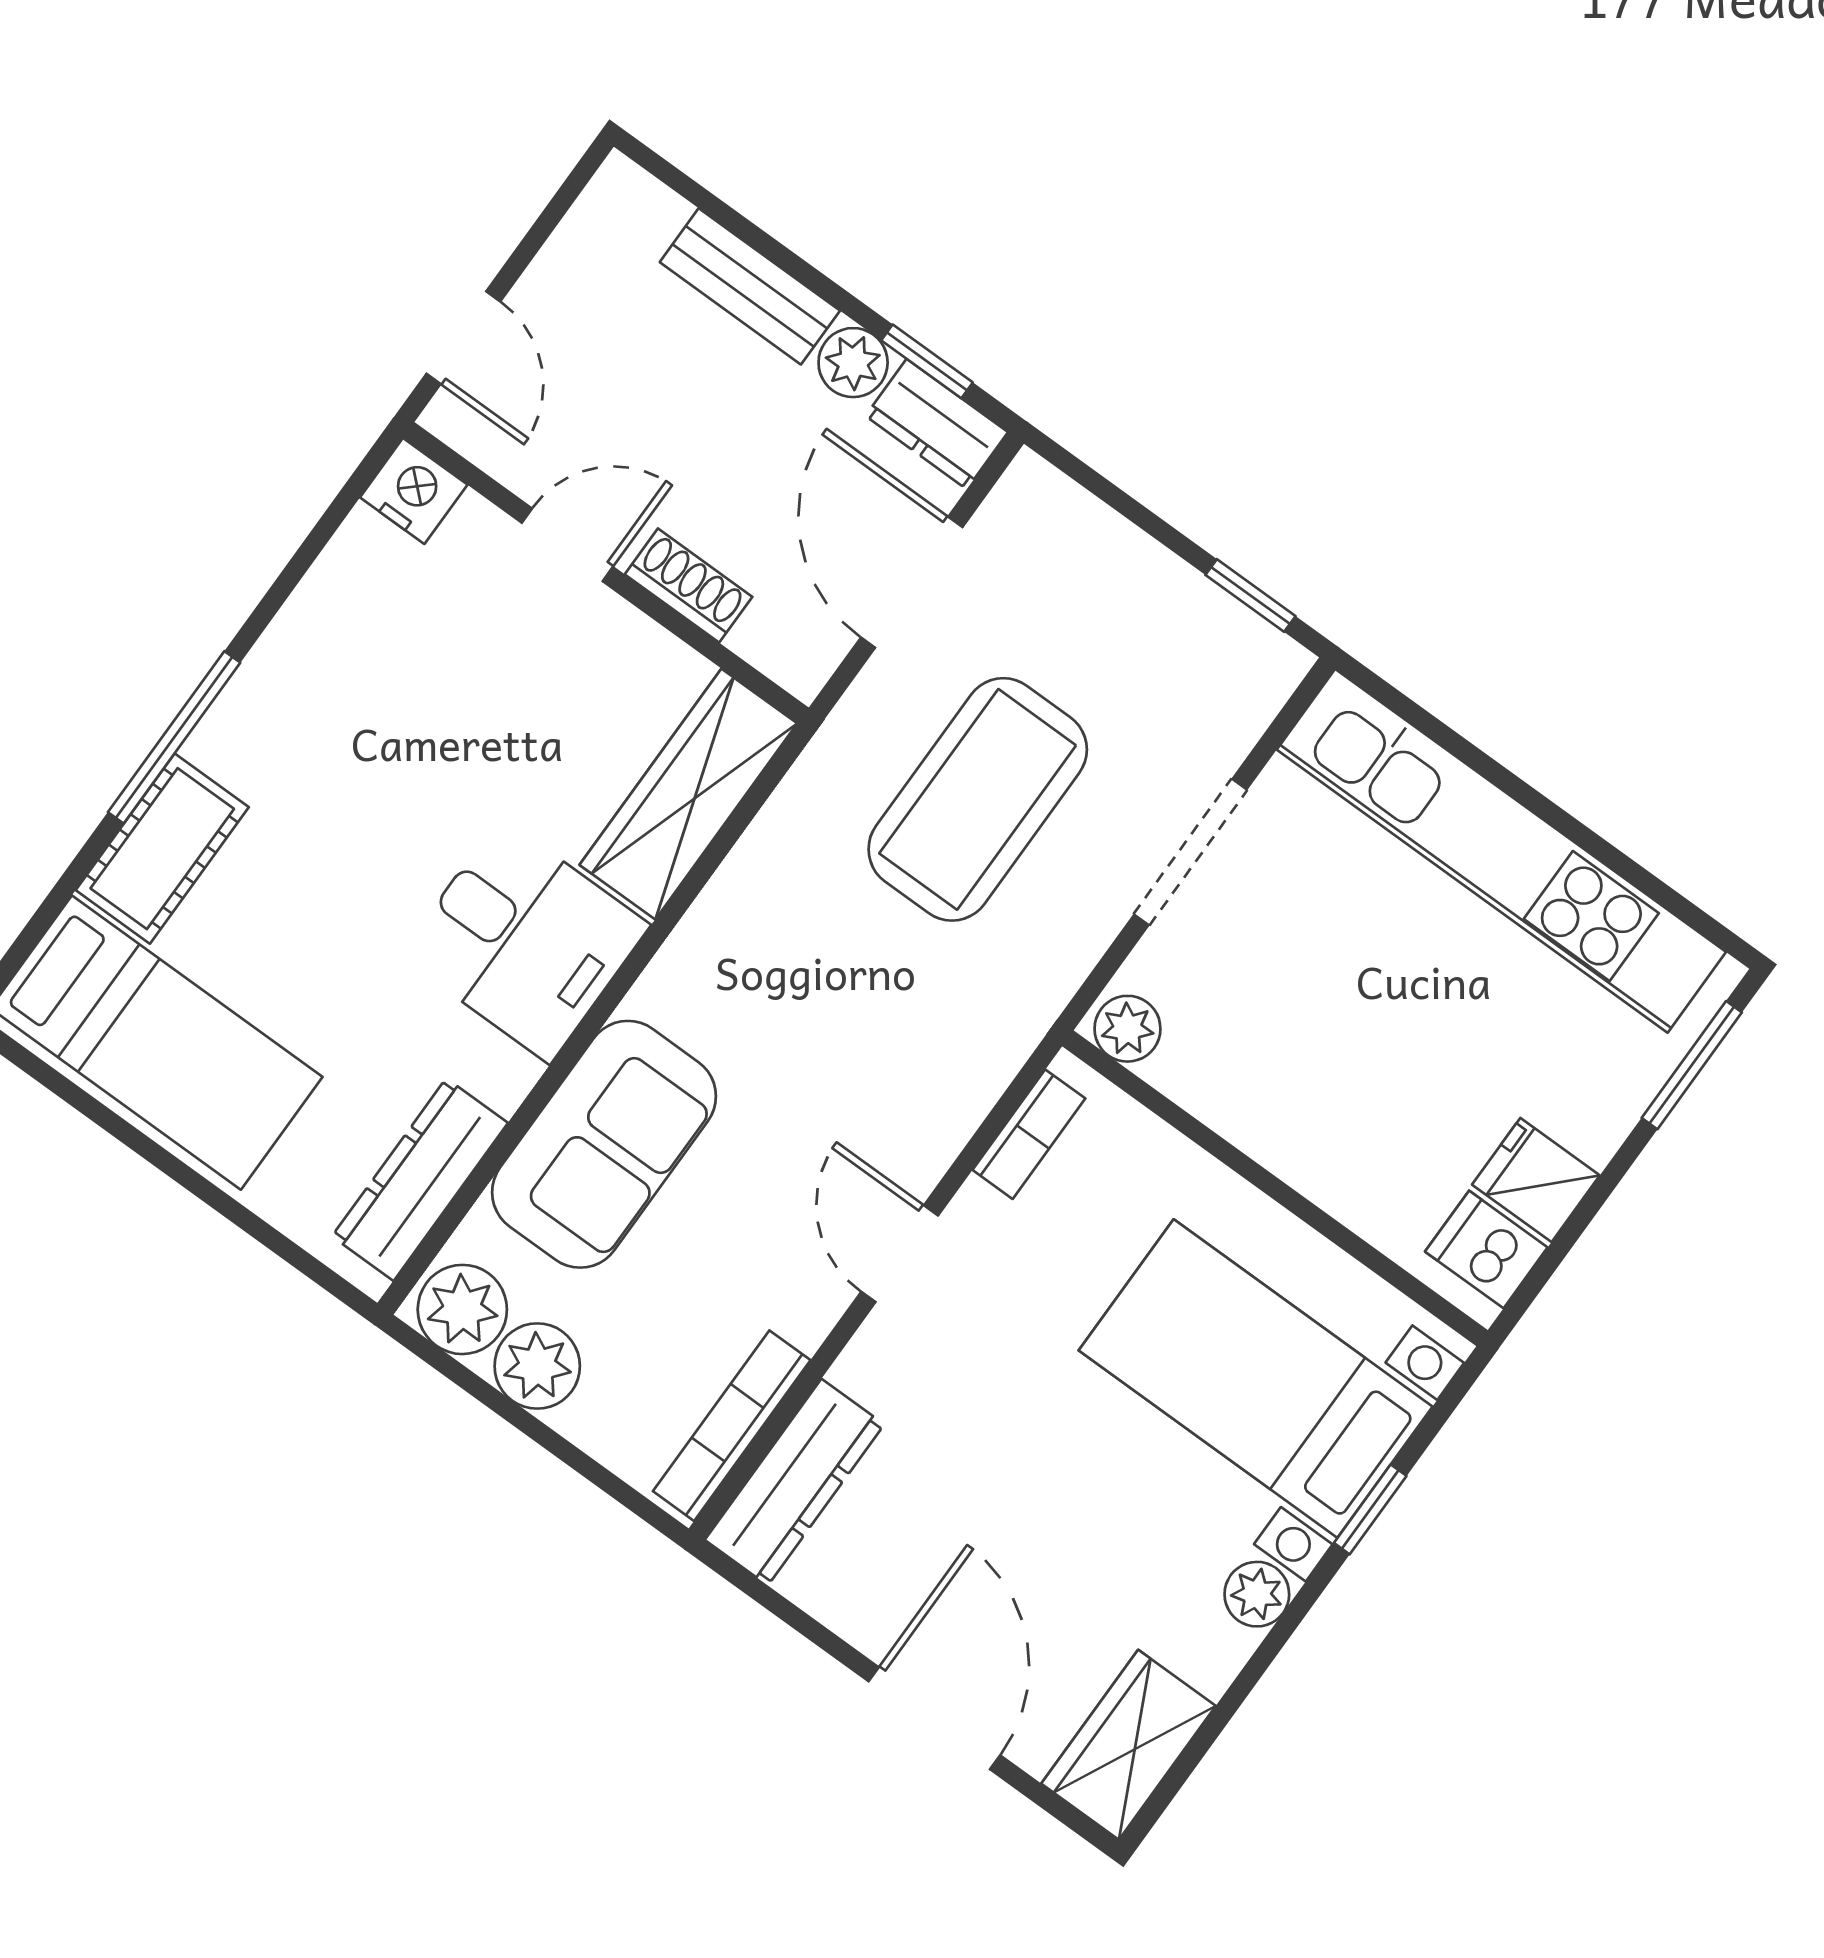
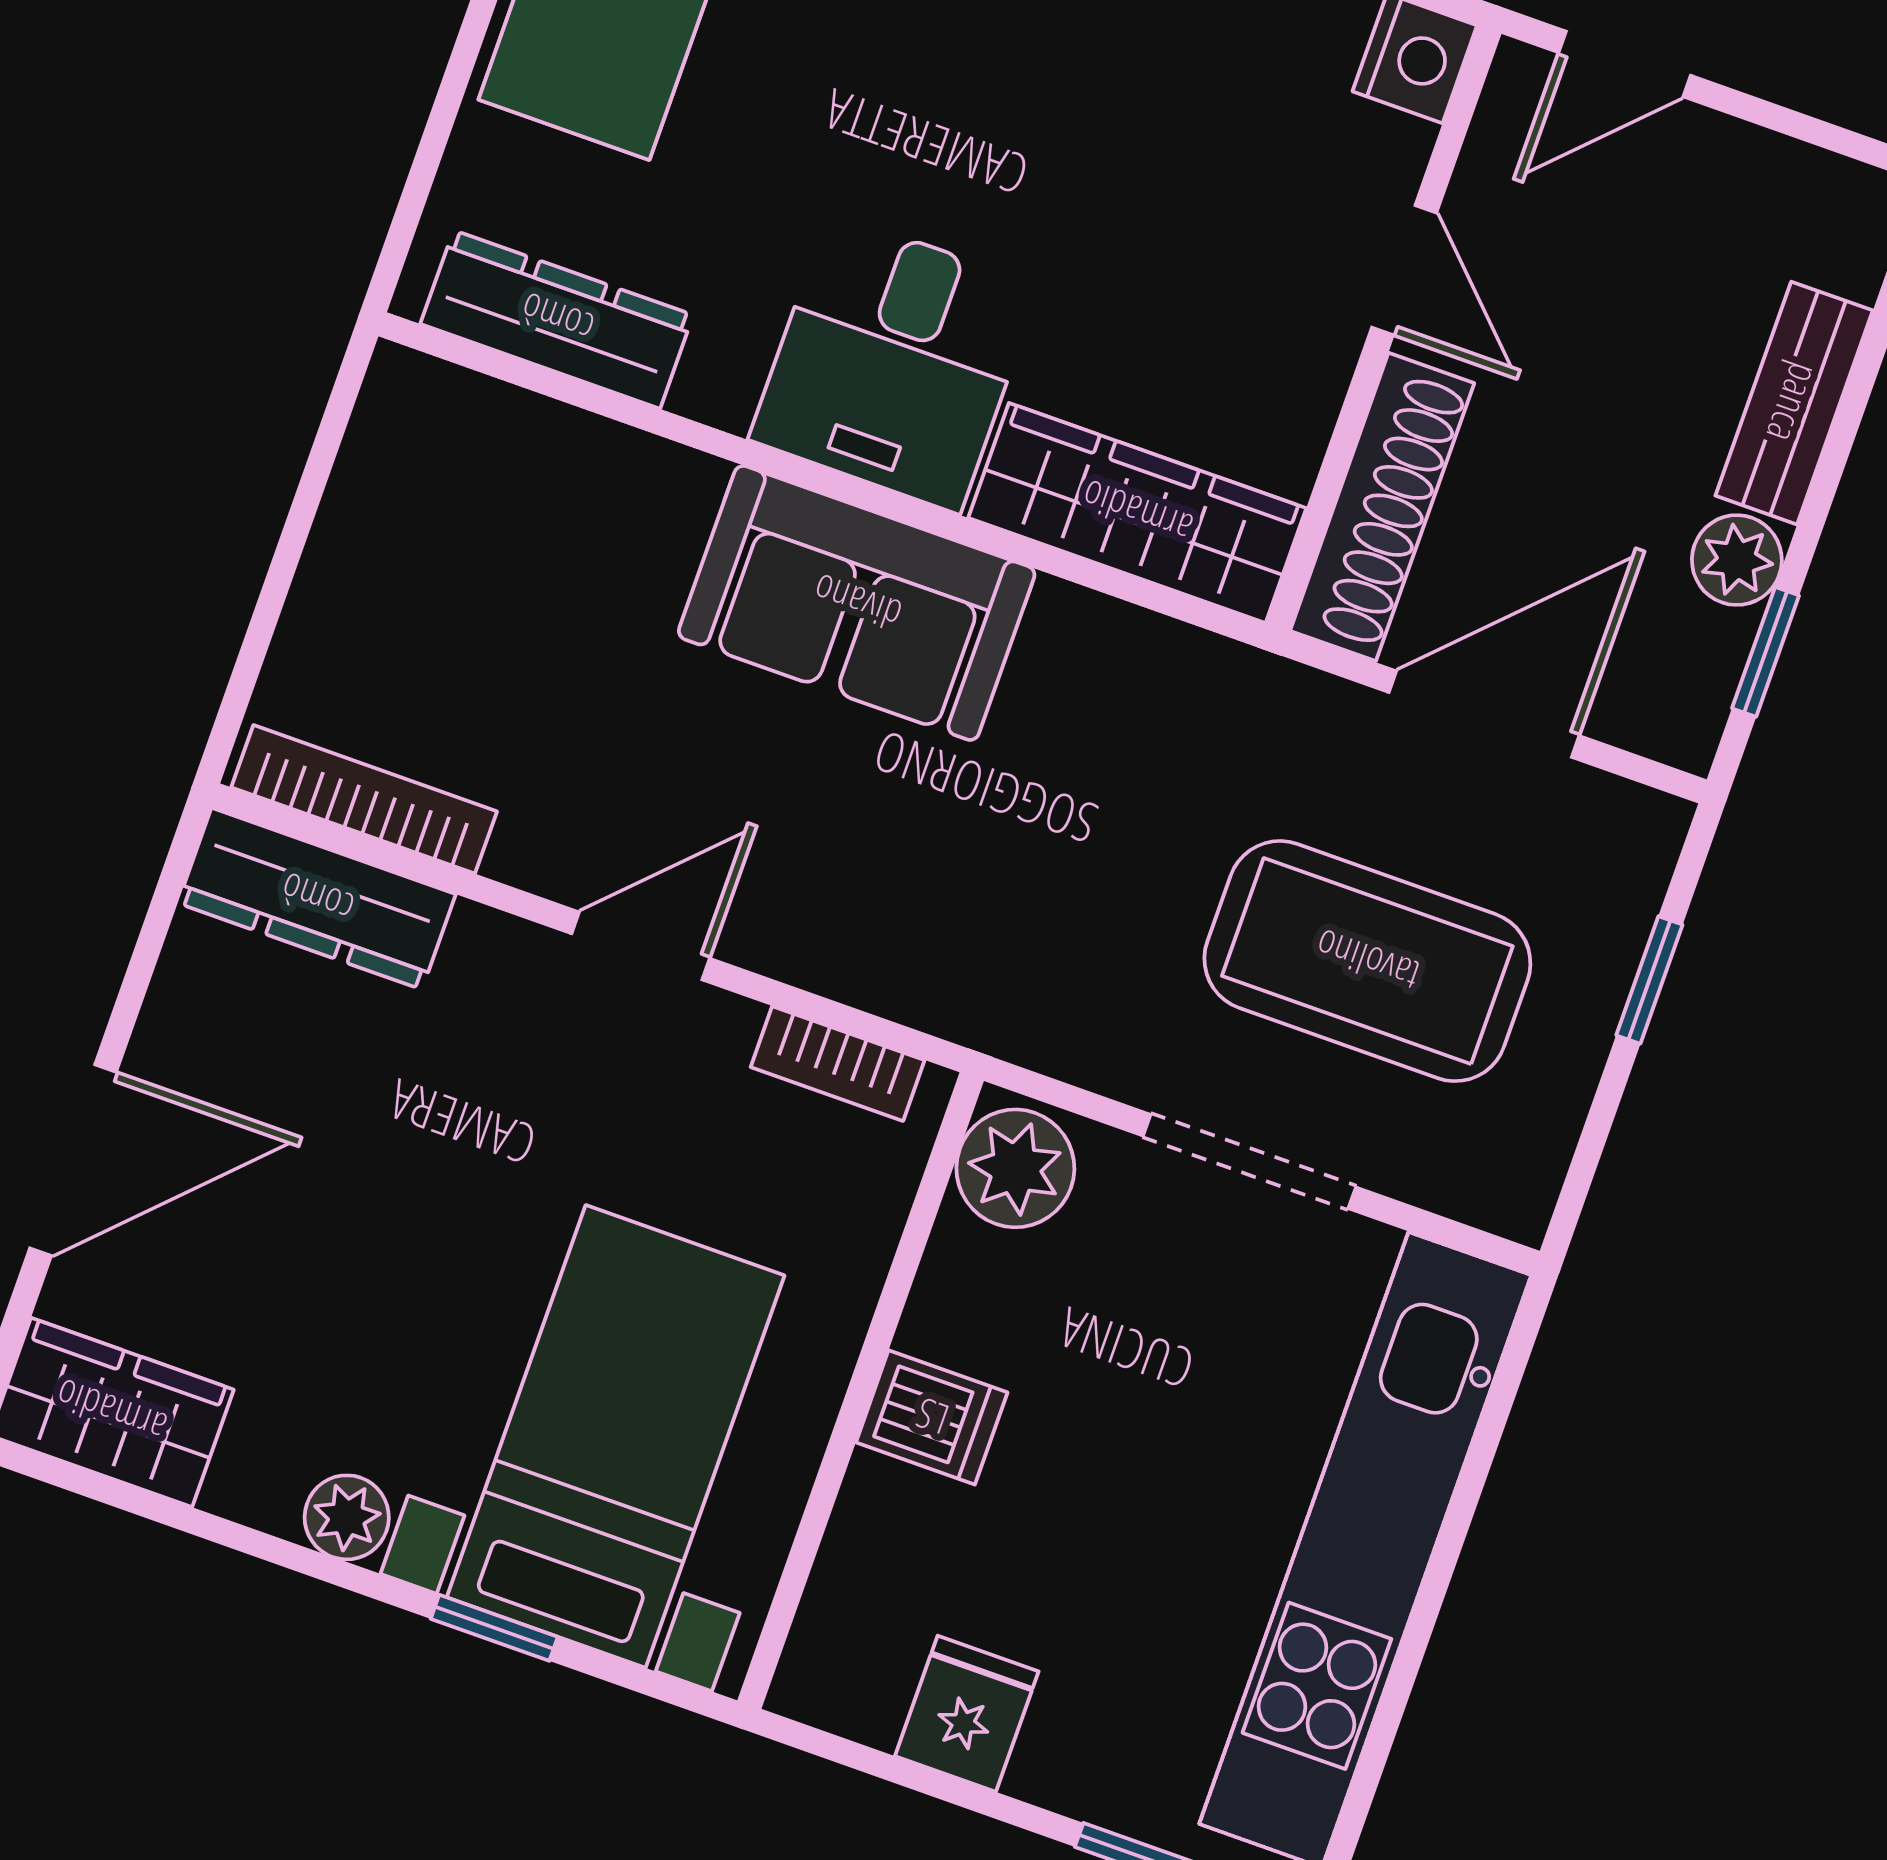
dresser: (937, 424) -> (1691, 687), removed
shoe rack: (689, 586) -> (1382, 507), width x1.94, depth x1.24
window: (1250, 596) -> (1649, 980), moved
coffee table: (978, 799) -> (1367, 961), moved
plant: (1127, 1029) -> (1015, 1168), width x1.38, depth x1.38
sofa: (604, 1144) -> (857, 603), moved
dishwasher: (1486, 1249) -> (932, 1417), moved, turned 90
plant: (462, 1309) -> (410, 420), removed
plant: (537, 1366) -> (367, 534), removed

